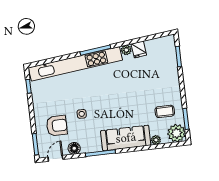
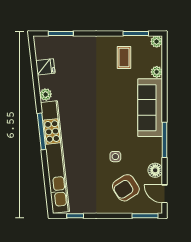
fridge: (139, 49) -> (45, 67), moved
armchair: (57, 126) -> (126, 188), turned -123
plant: (176, 133) -> (157, 41), width x0.53, depth x0.53

